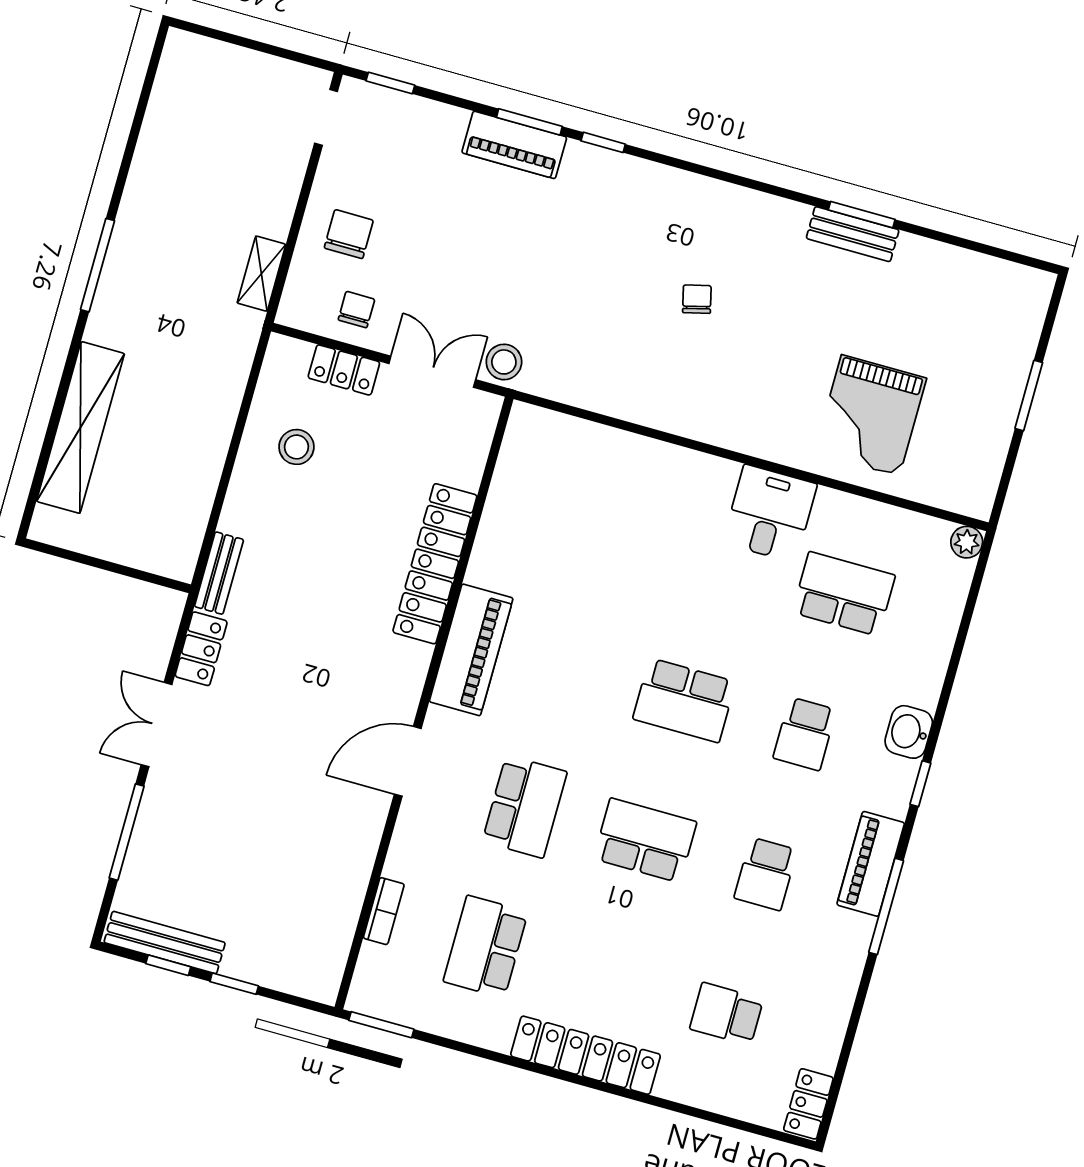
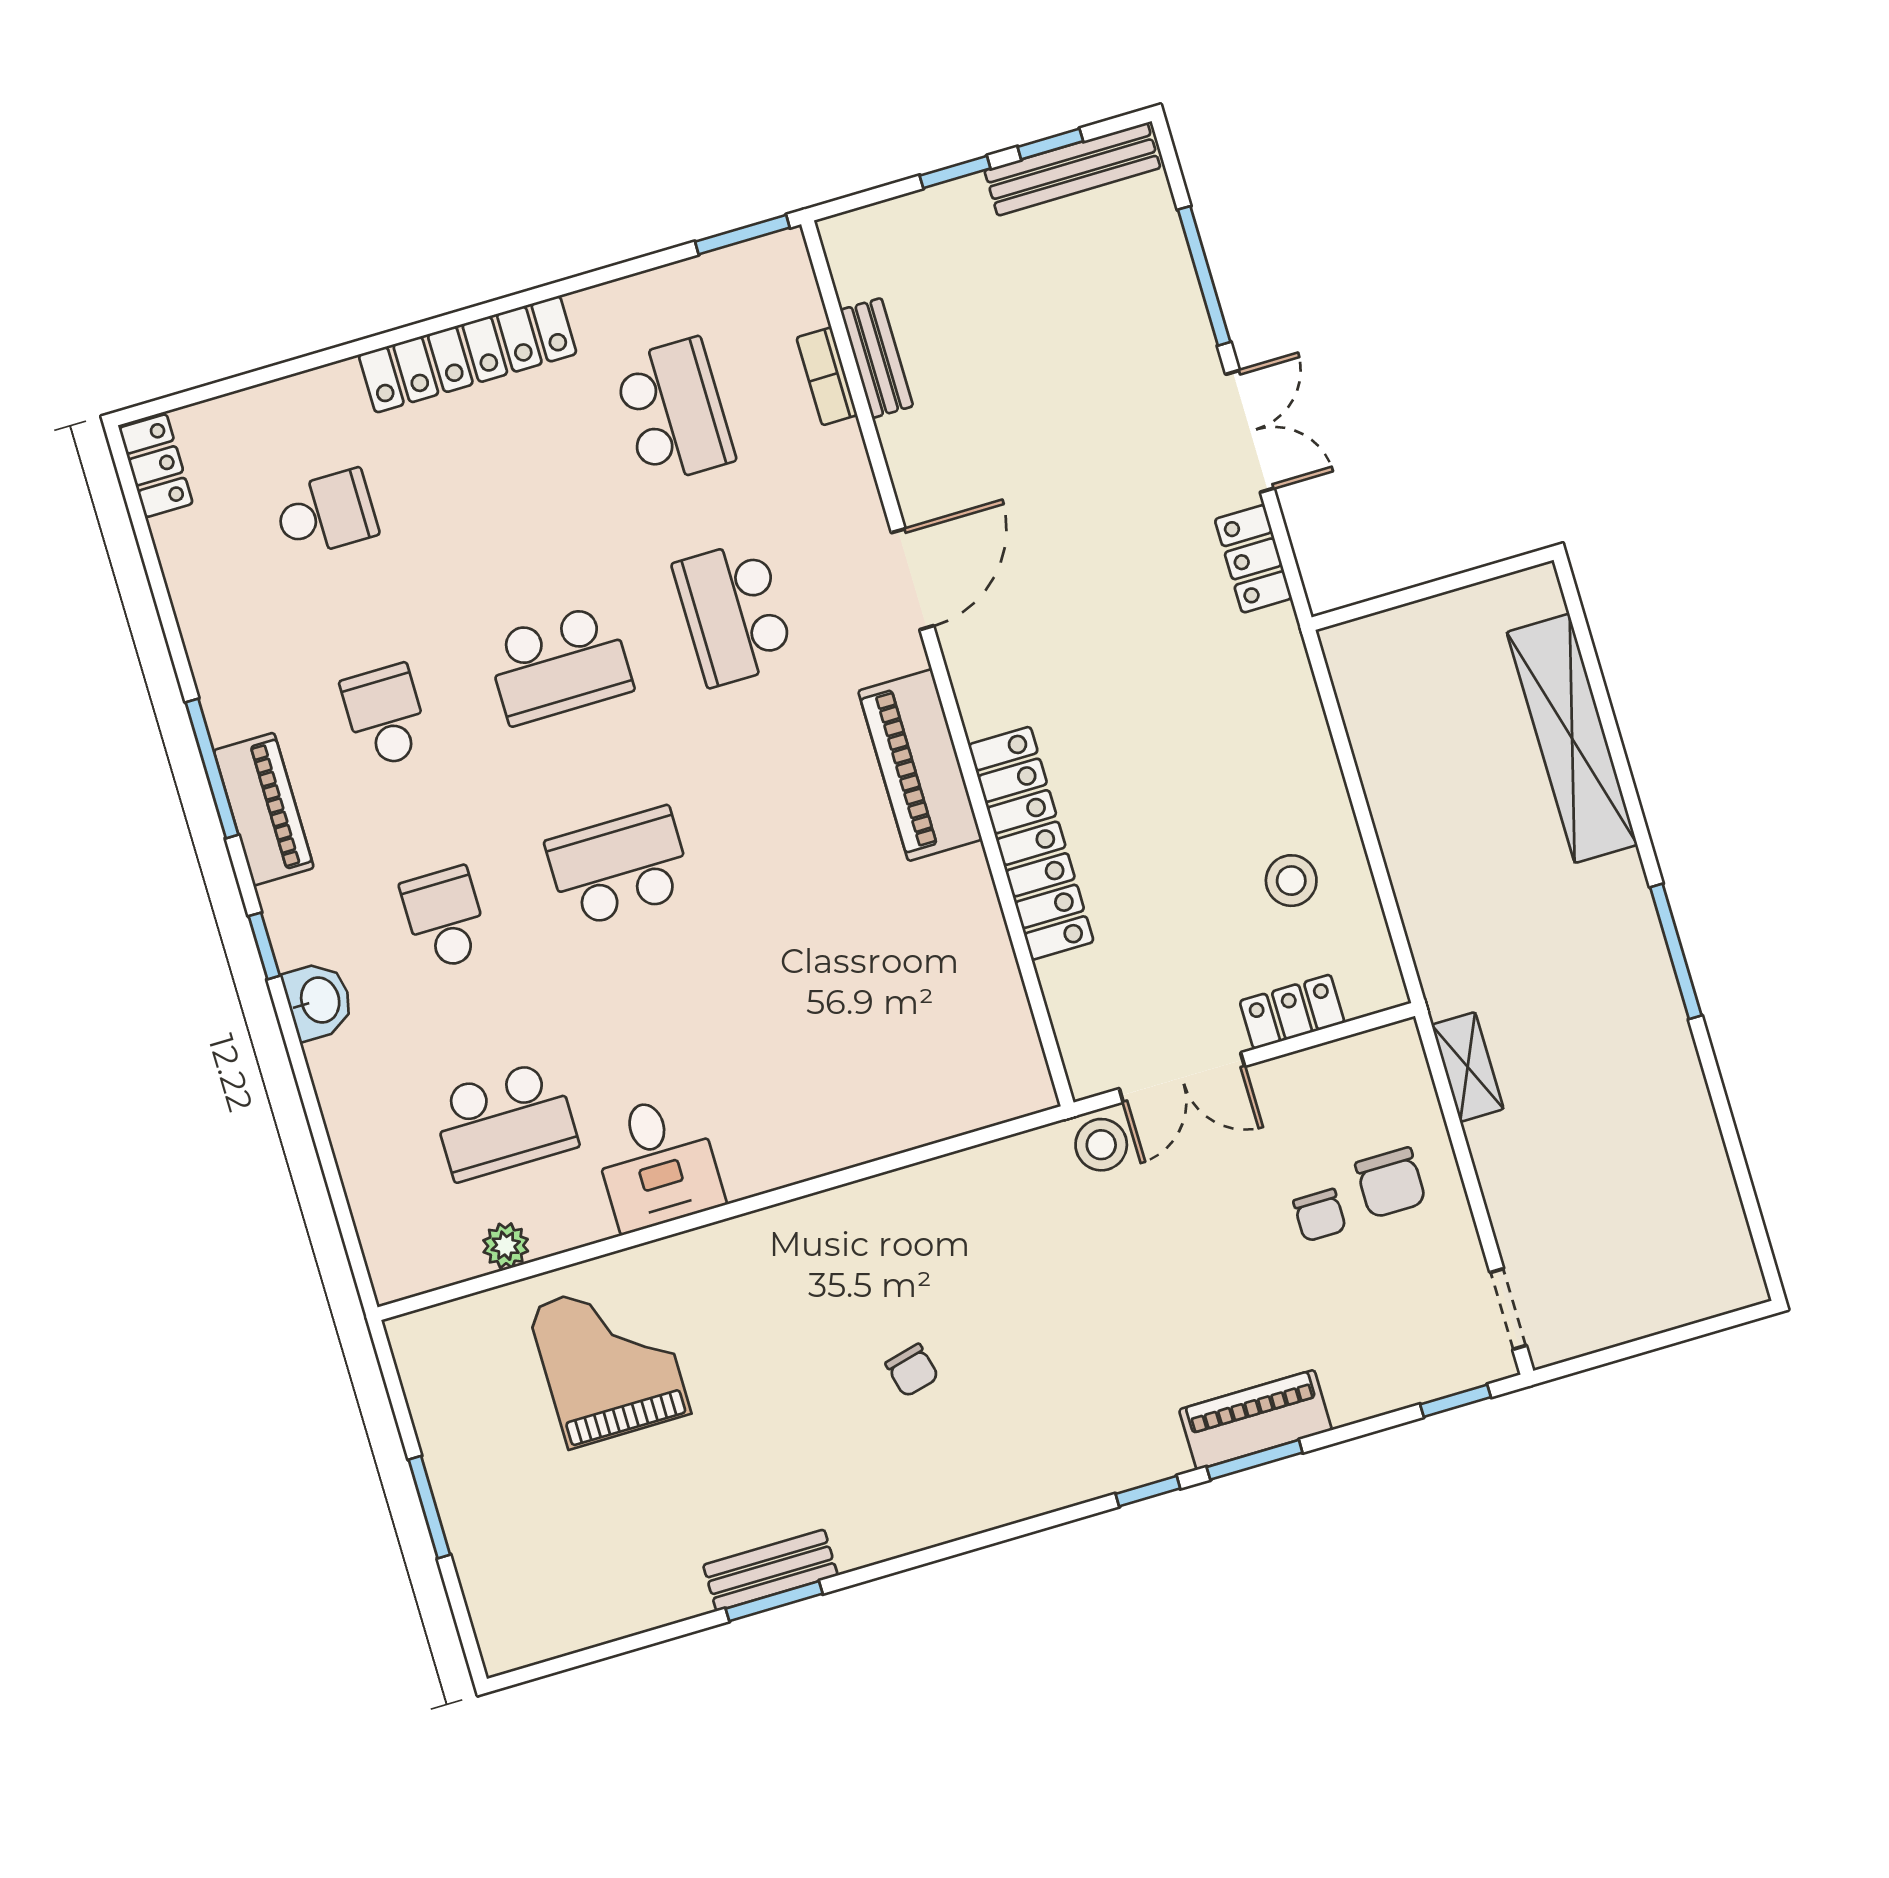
chair: (356, 310) -> (1320, 1215), moved
plant: (967, 542) -> (506, 1246), moved
bench: (219, 573) -> (877, 358), moved

